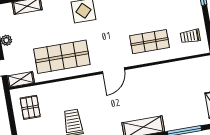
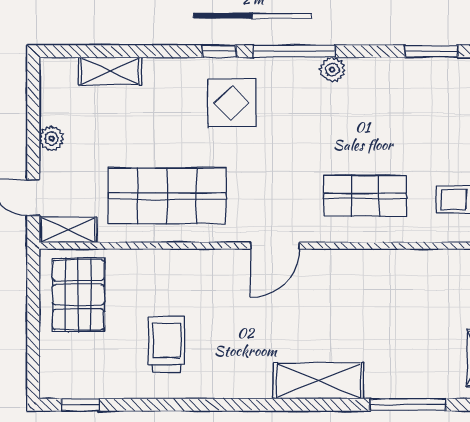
pallet: (30, 107) -> (78, 295), width x1.50, depth x1.42

